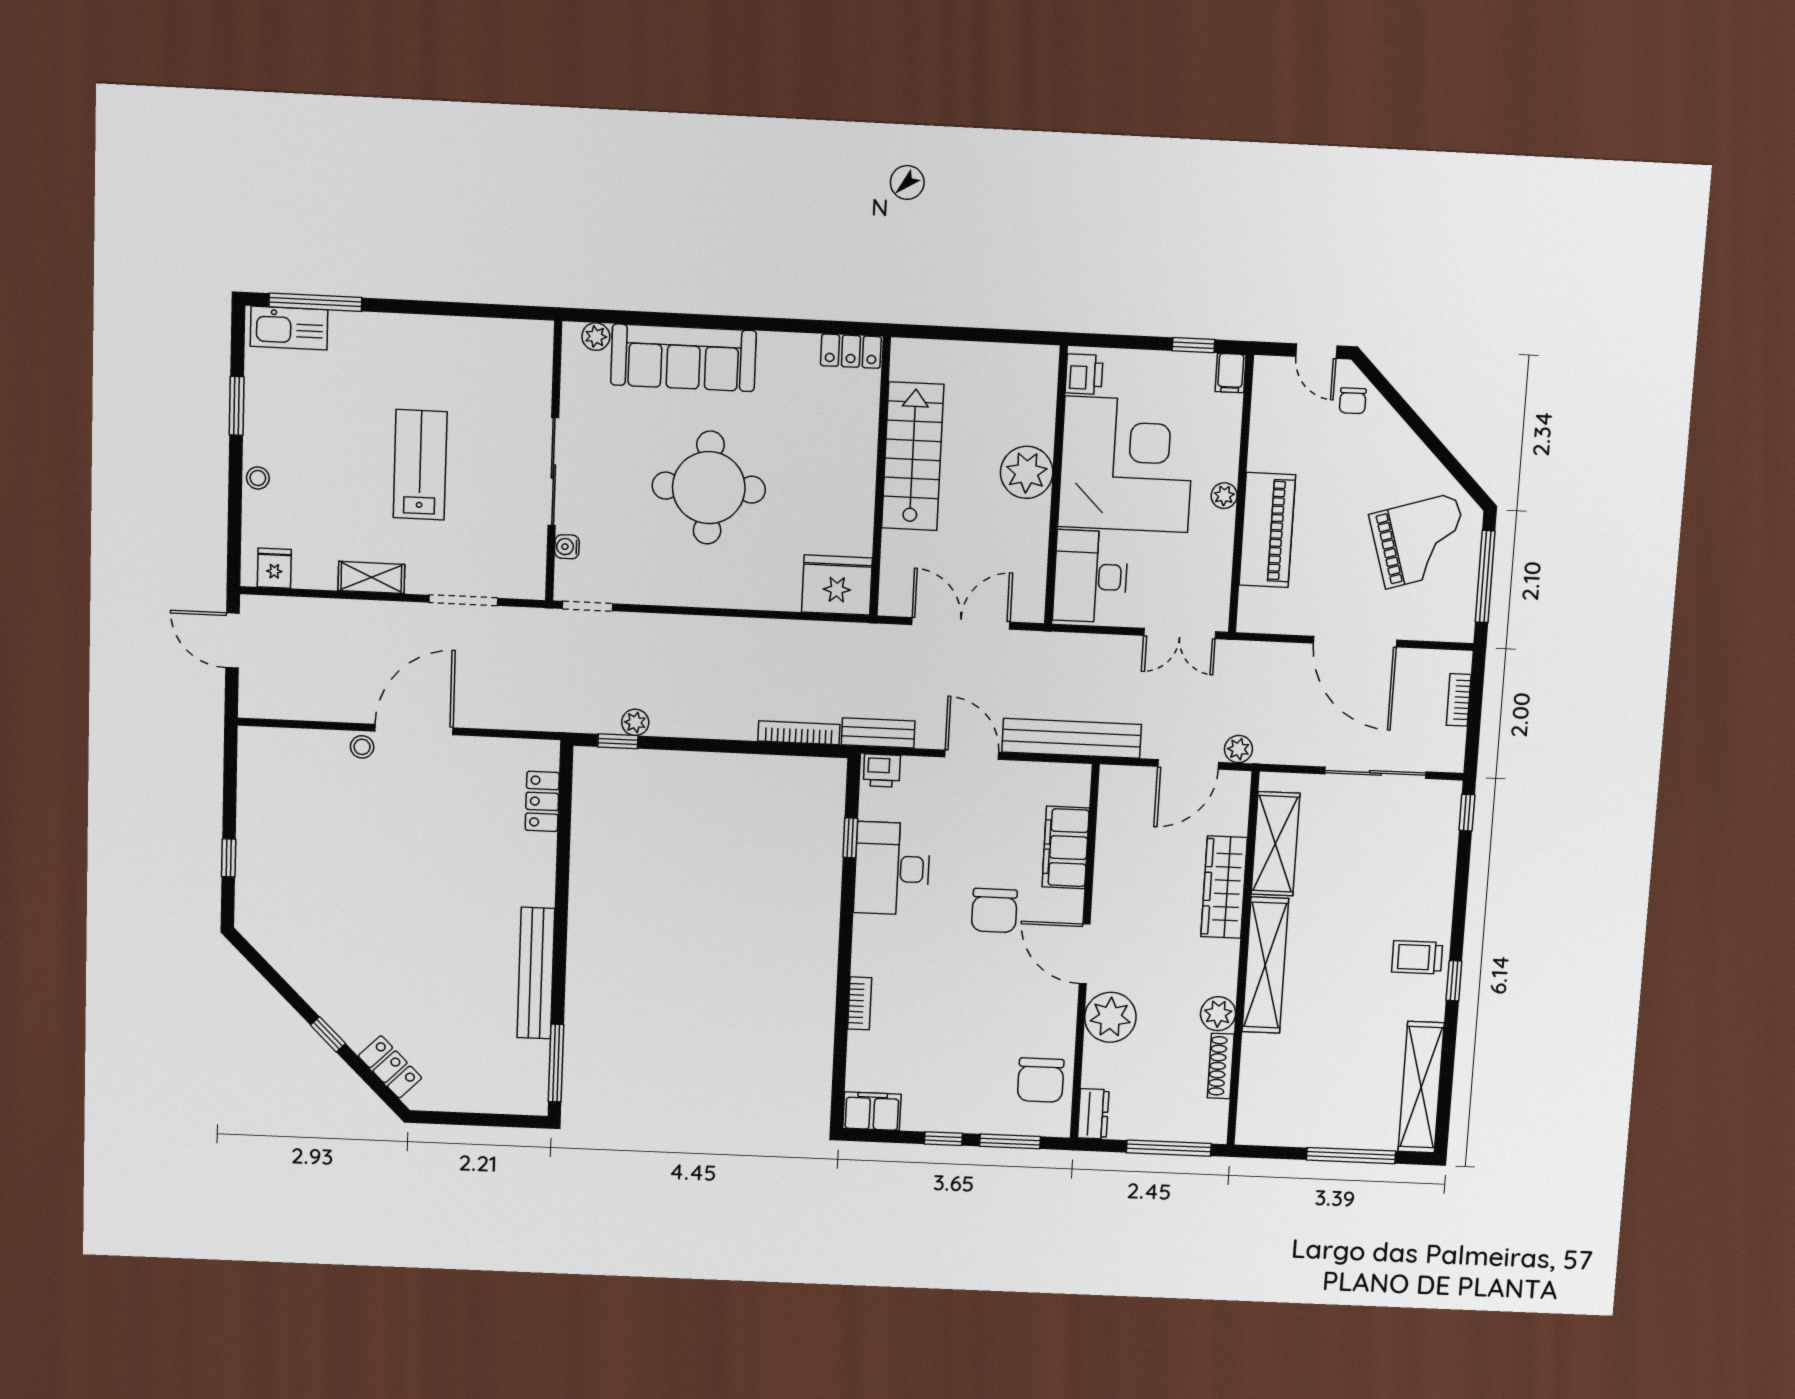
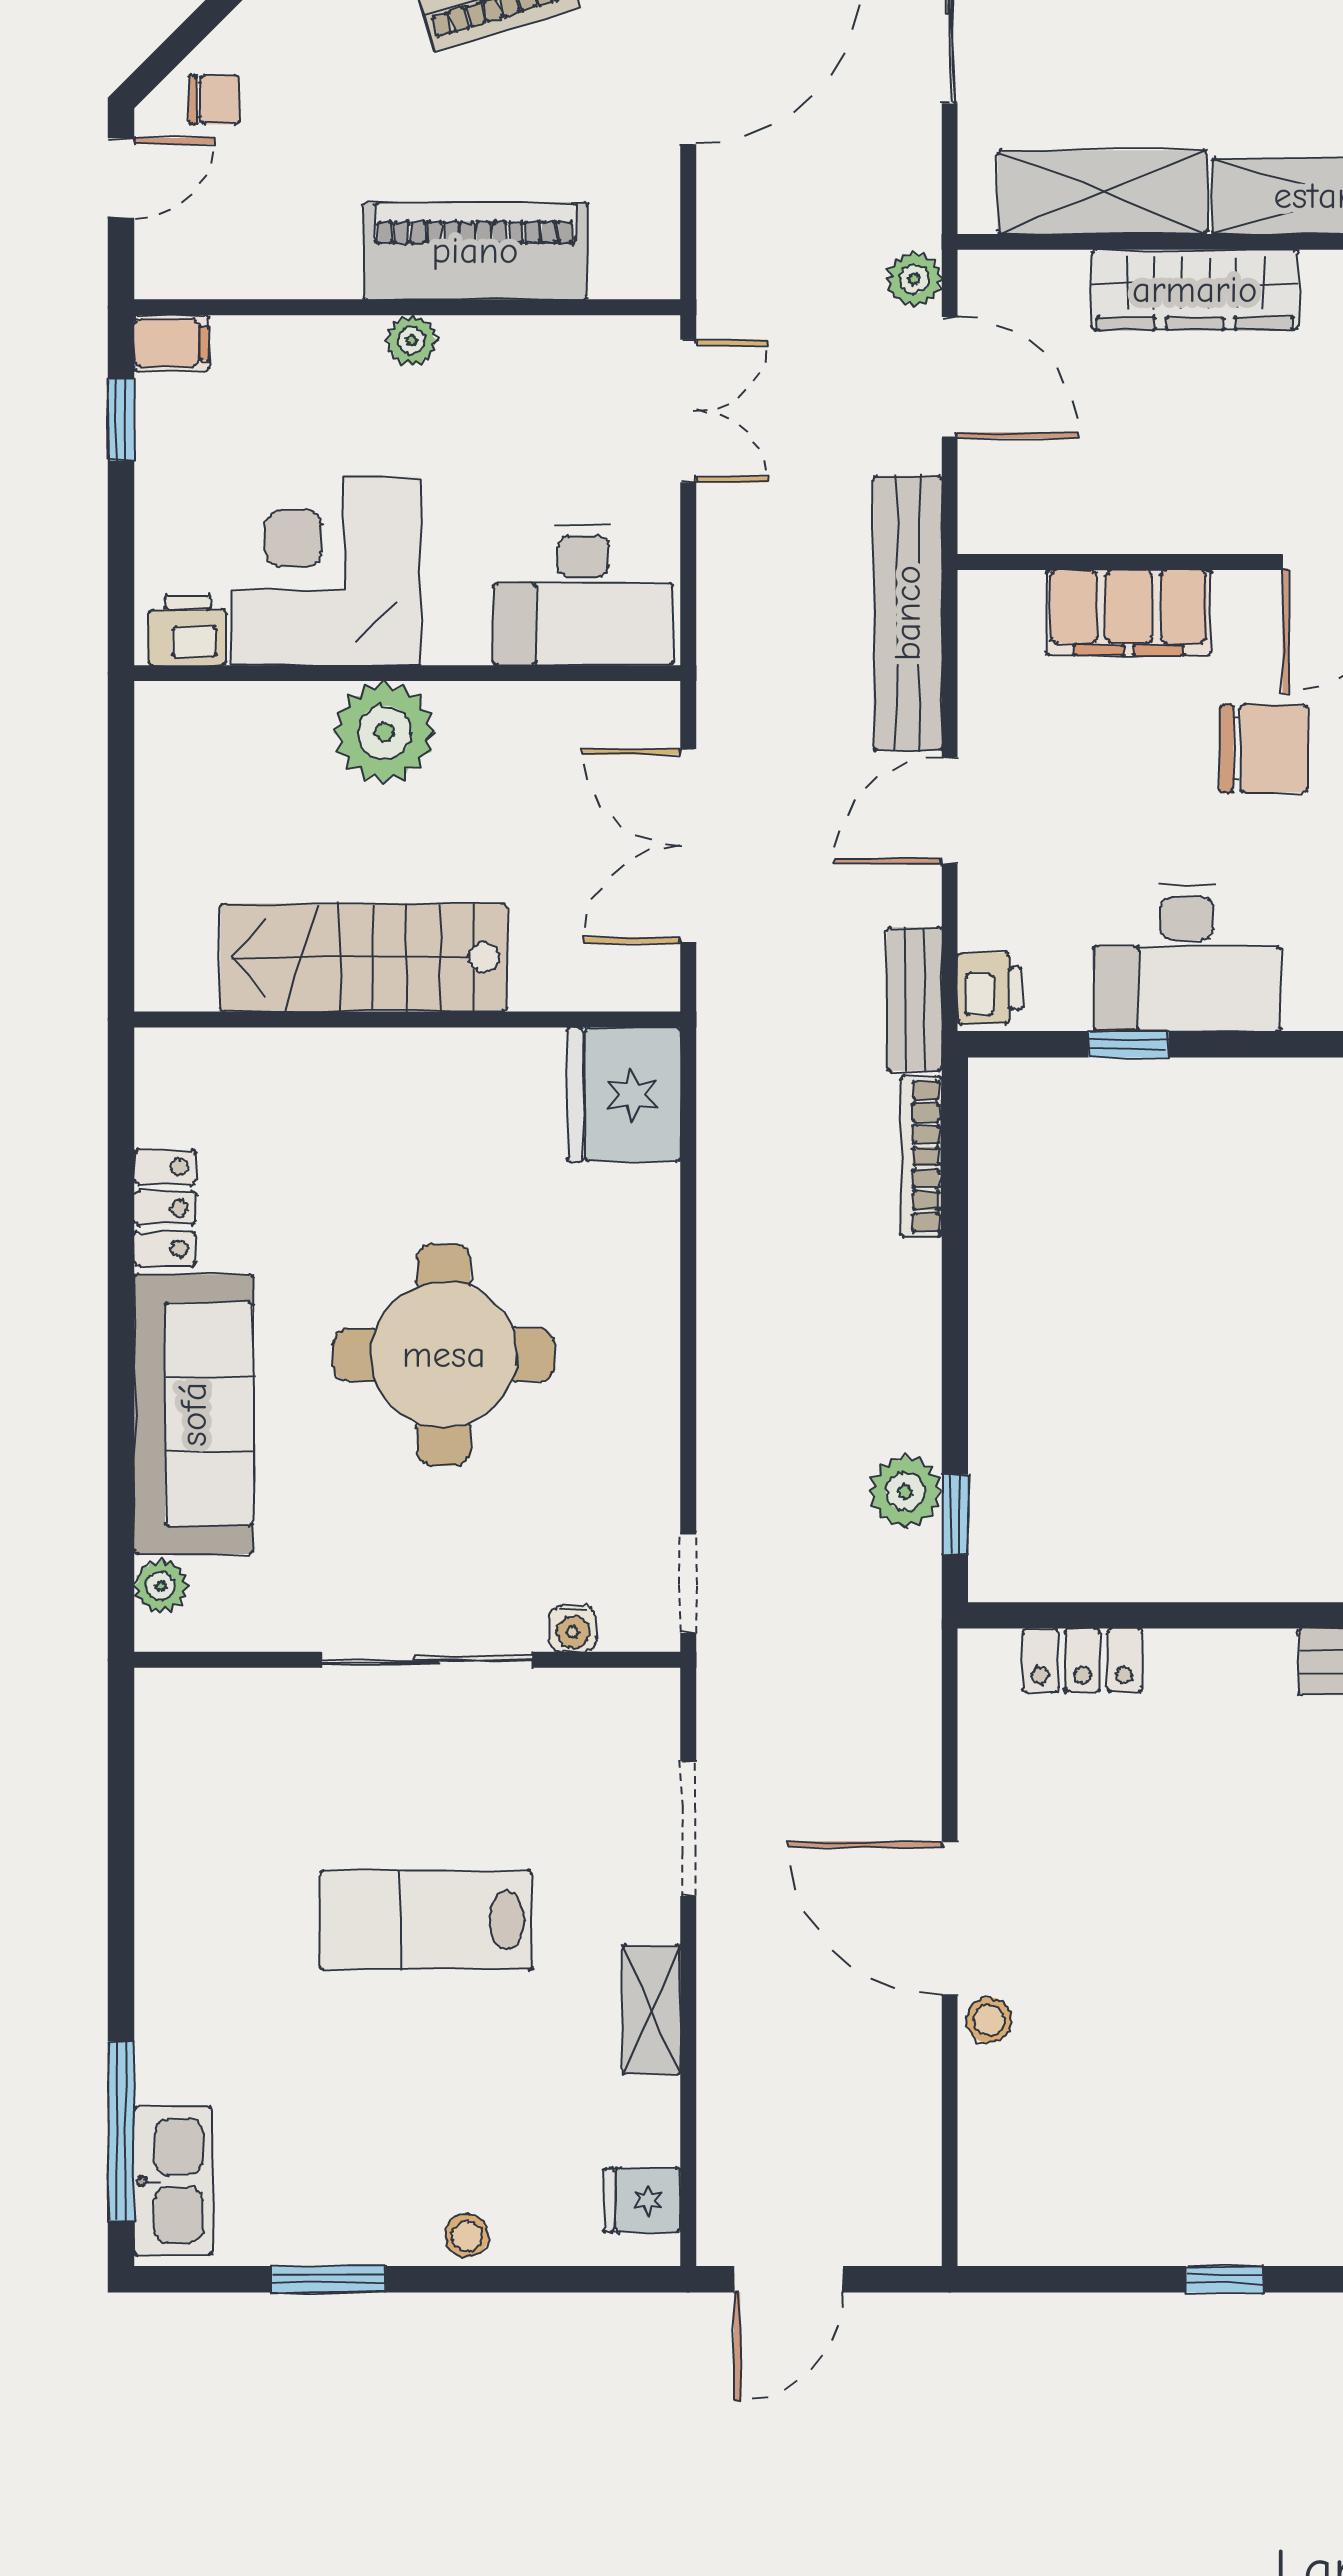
locker: (851, 351) -> (165, 1208), moved
corner desk: (1126, 464) -> (326, 571), width x0.74, depth x0.74
plant: (635, 722) -> (905, 1492), width x1.38, depth x1.38

